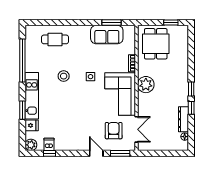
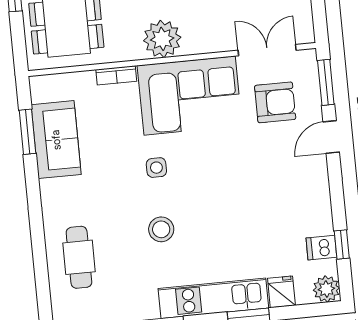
armchair: (114, 131) -> (275, 102), turned 180

